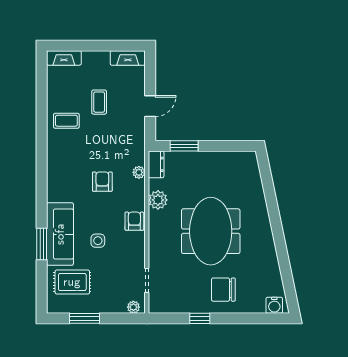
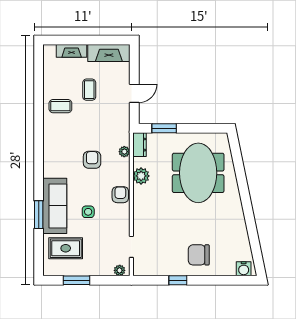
fireplace: (64, 58) -> (72, 51), moved
fireplace: (128, 58) -> (109, 53), width x1.37, depth x1.32
meeting table: (211, 231) -> (198, 173), moved

